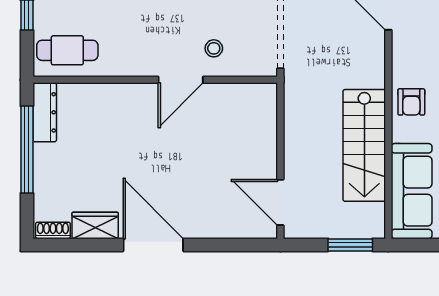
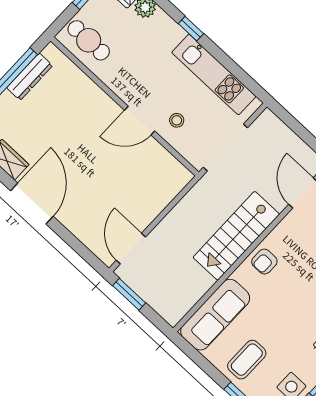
dresser: (45, 112) -> (30, 77), moved
stairs: (364, 145) -> (236, 236), moved
window: (350, 245) -> (129, 294), moved

